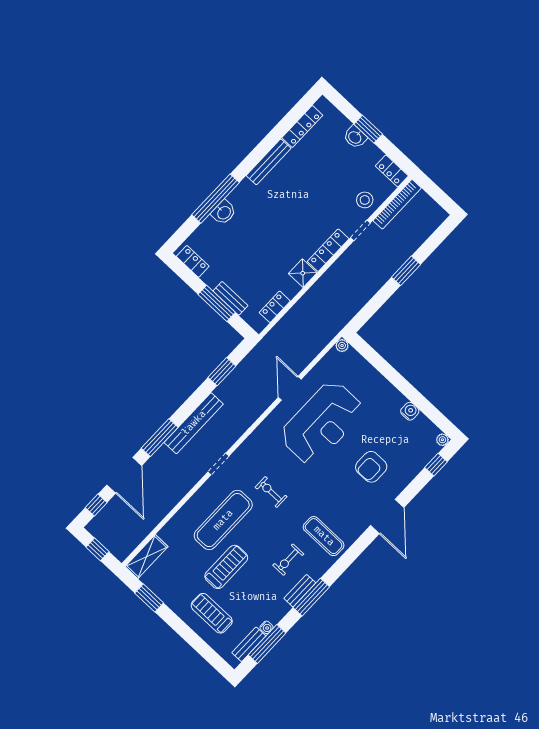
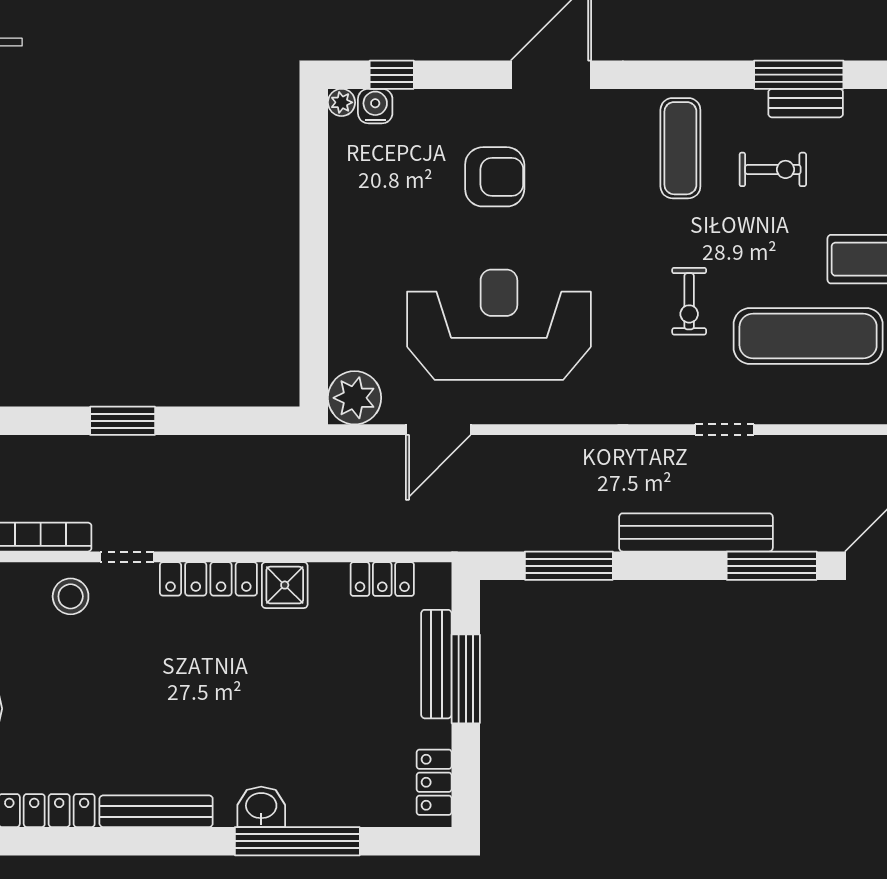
washbasin: (224, 212) -> (261, 807), moved
bench: (230, 298) -> (436, 664), width x1.36
plant: (342, 346) -> (355, 398), width x1.87, depth x1.87
window: (222, 372) -> (569, 566), width x1.44
door: (290, 388) -> (438, 430), moved
water cooler: (410, 411) -> (375, 106), moved, turned 90

